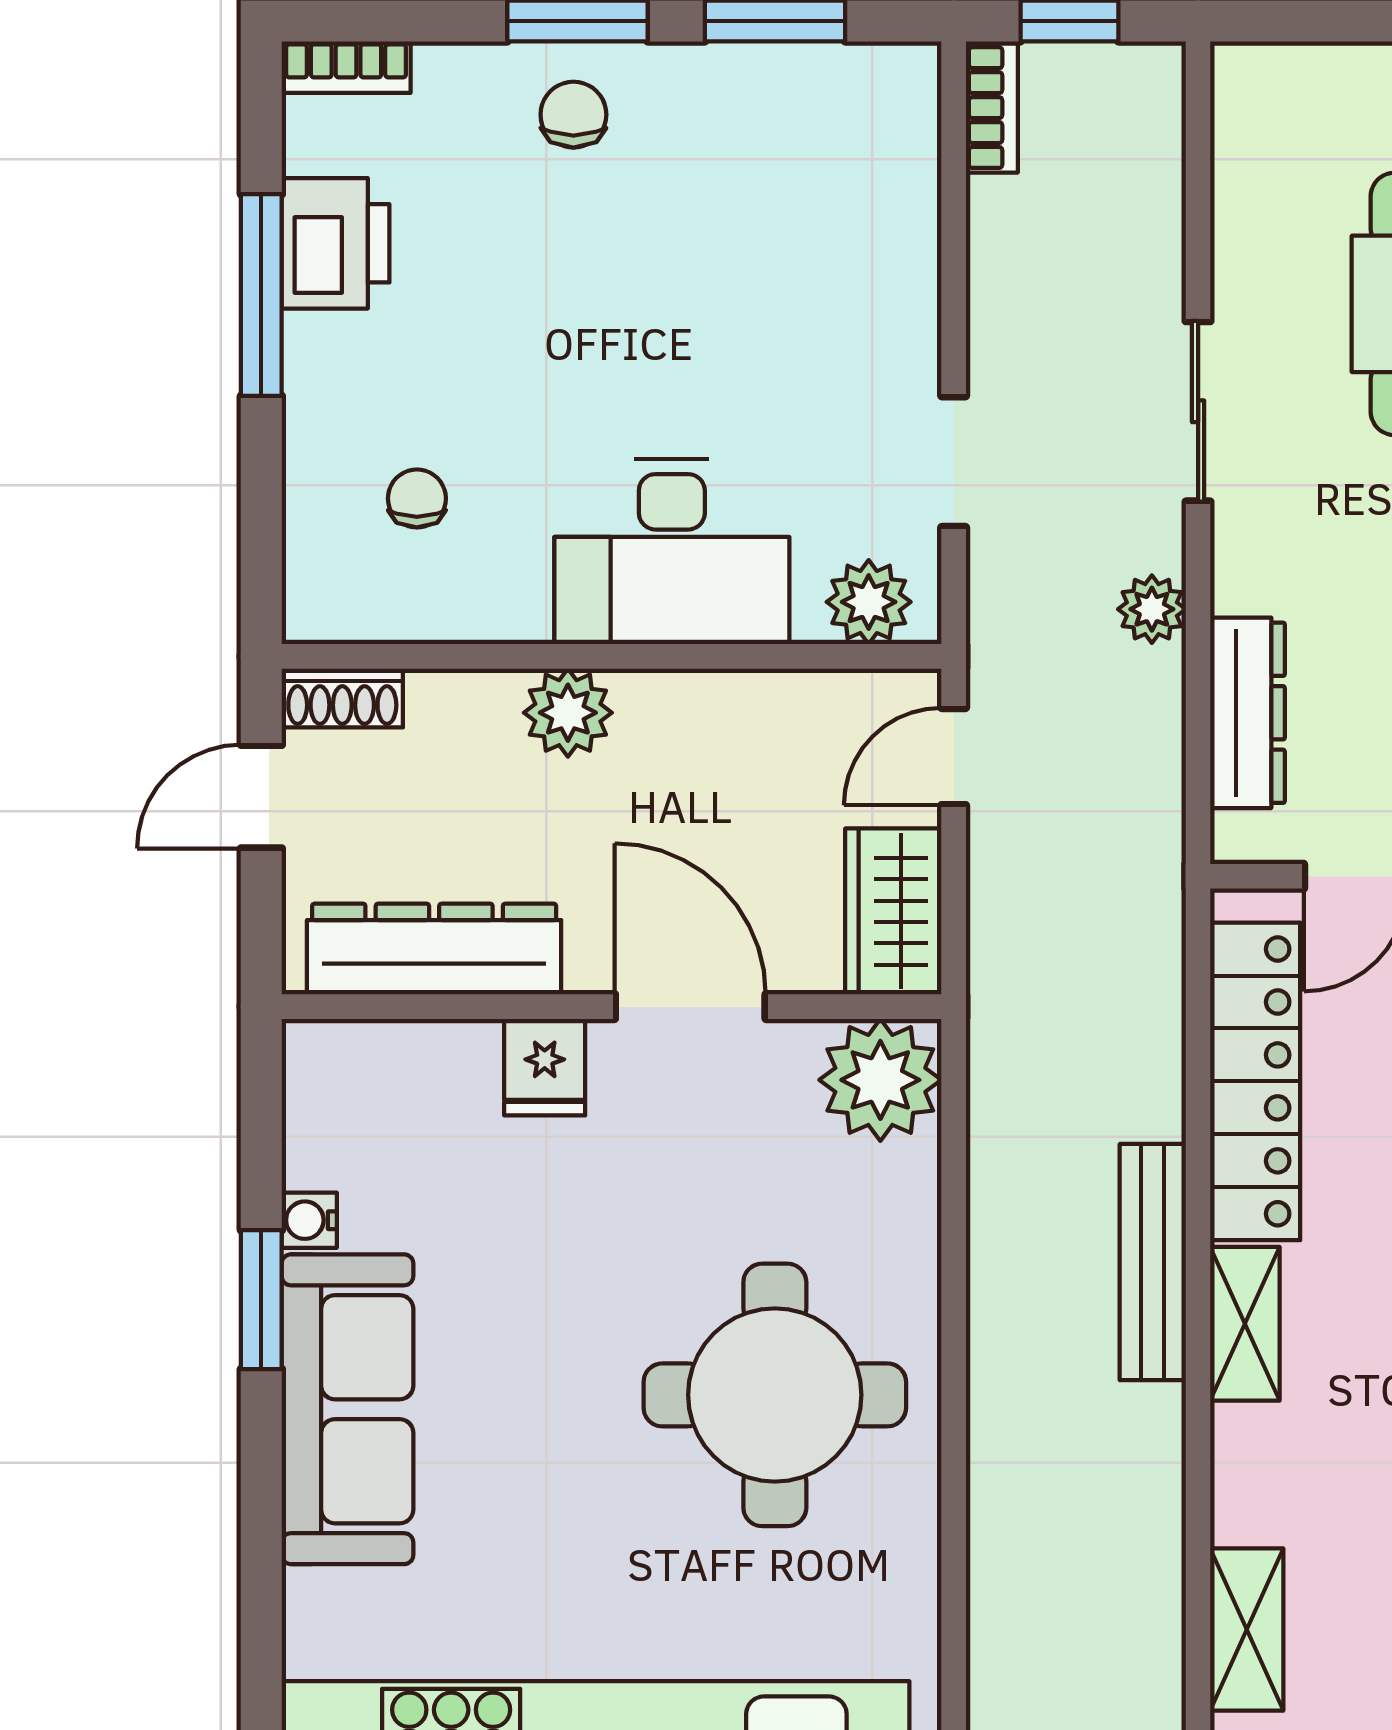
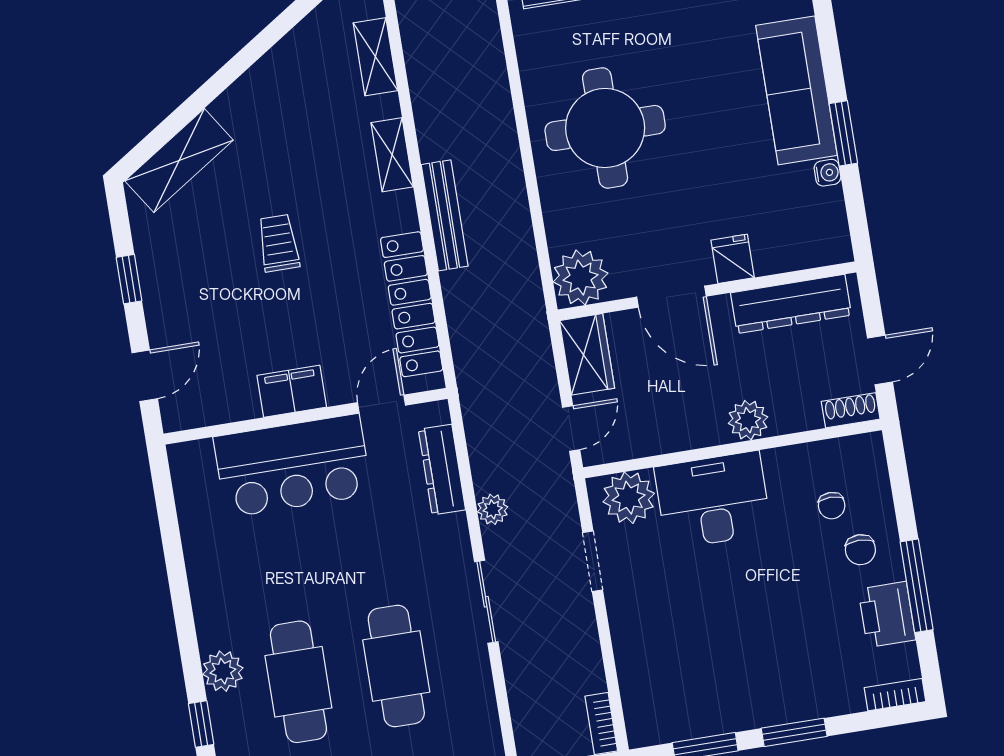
chair: (573, 115) -> (860, 550), moved
plant: (869, 602) -> (629, 498), width x1.36, depth x1.36
shelving: (1245, 1324) -> (392, 155), moved

